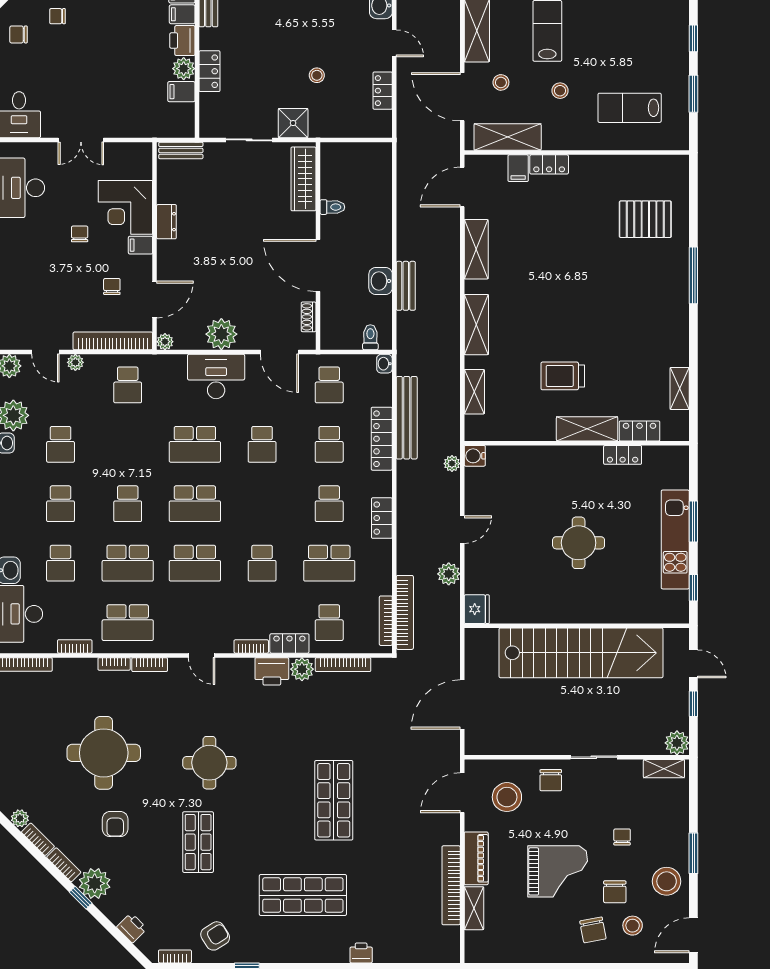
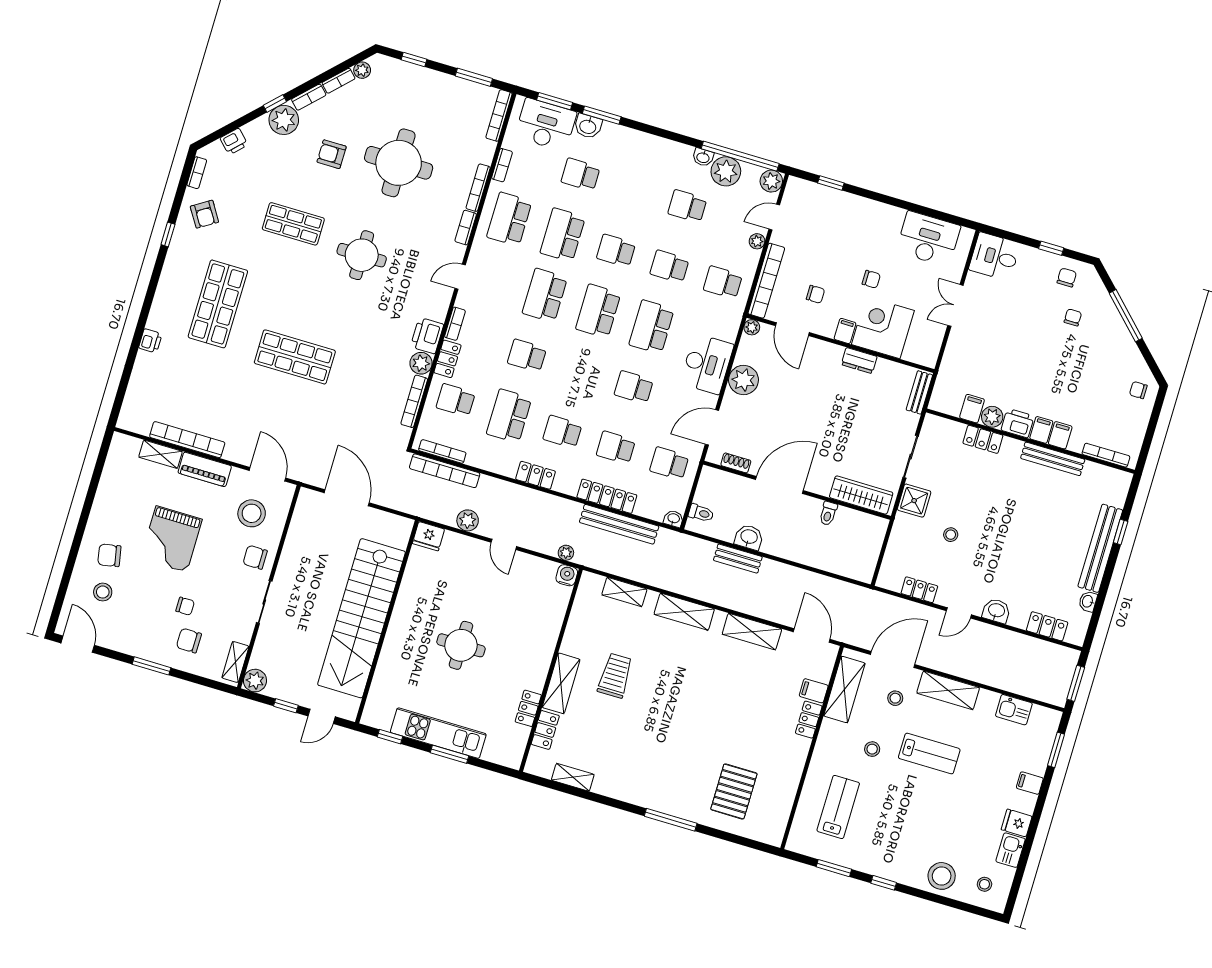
school desk: (61, 504) -> (669, 267), moved
bookcase: (114, 664) -> (478, 188), width x1.56
stool: (667, 881) -> (133, 634), removed
chair: (615, 892) -> (189, 641), moved

